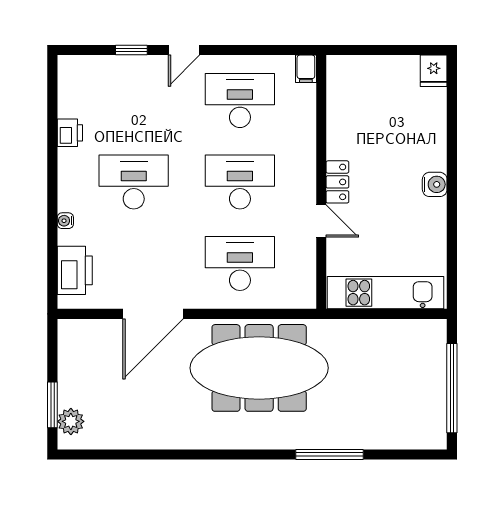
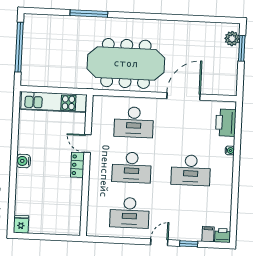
filing cabinet: (306, 69) -> (208, 234), moved
printer: (70, 133) -> (223, 236), moved, turned 90

